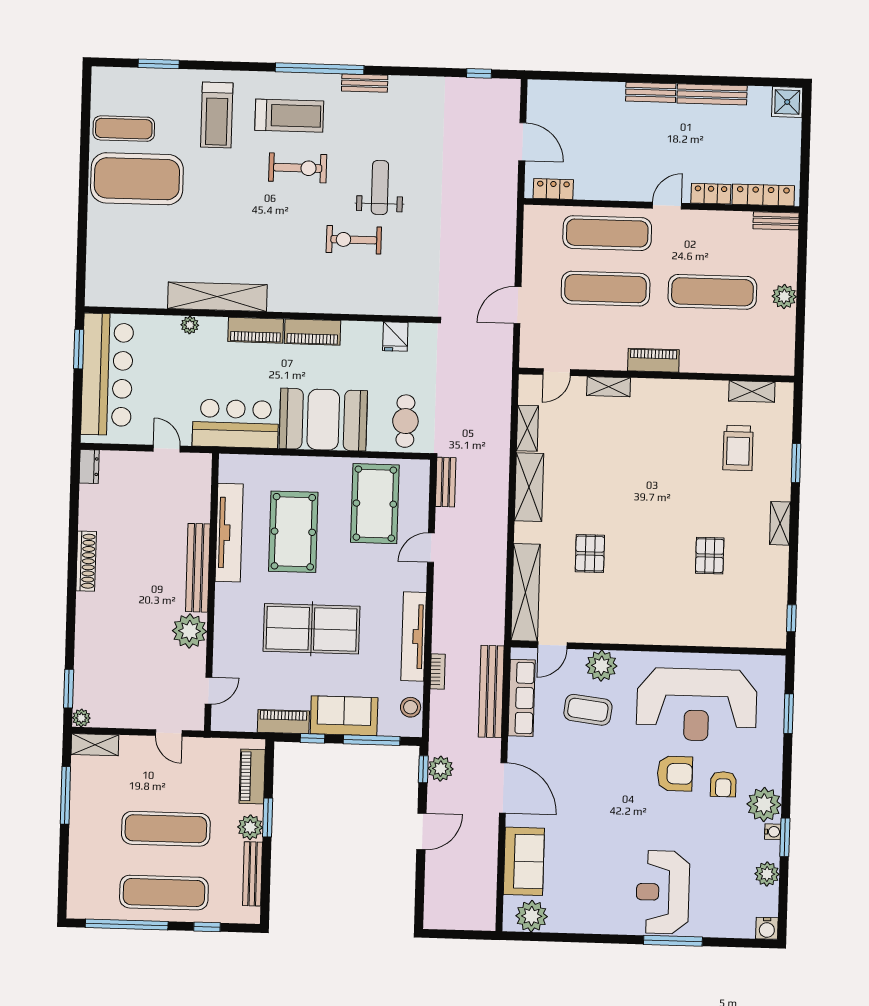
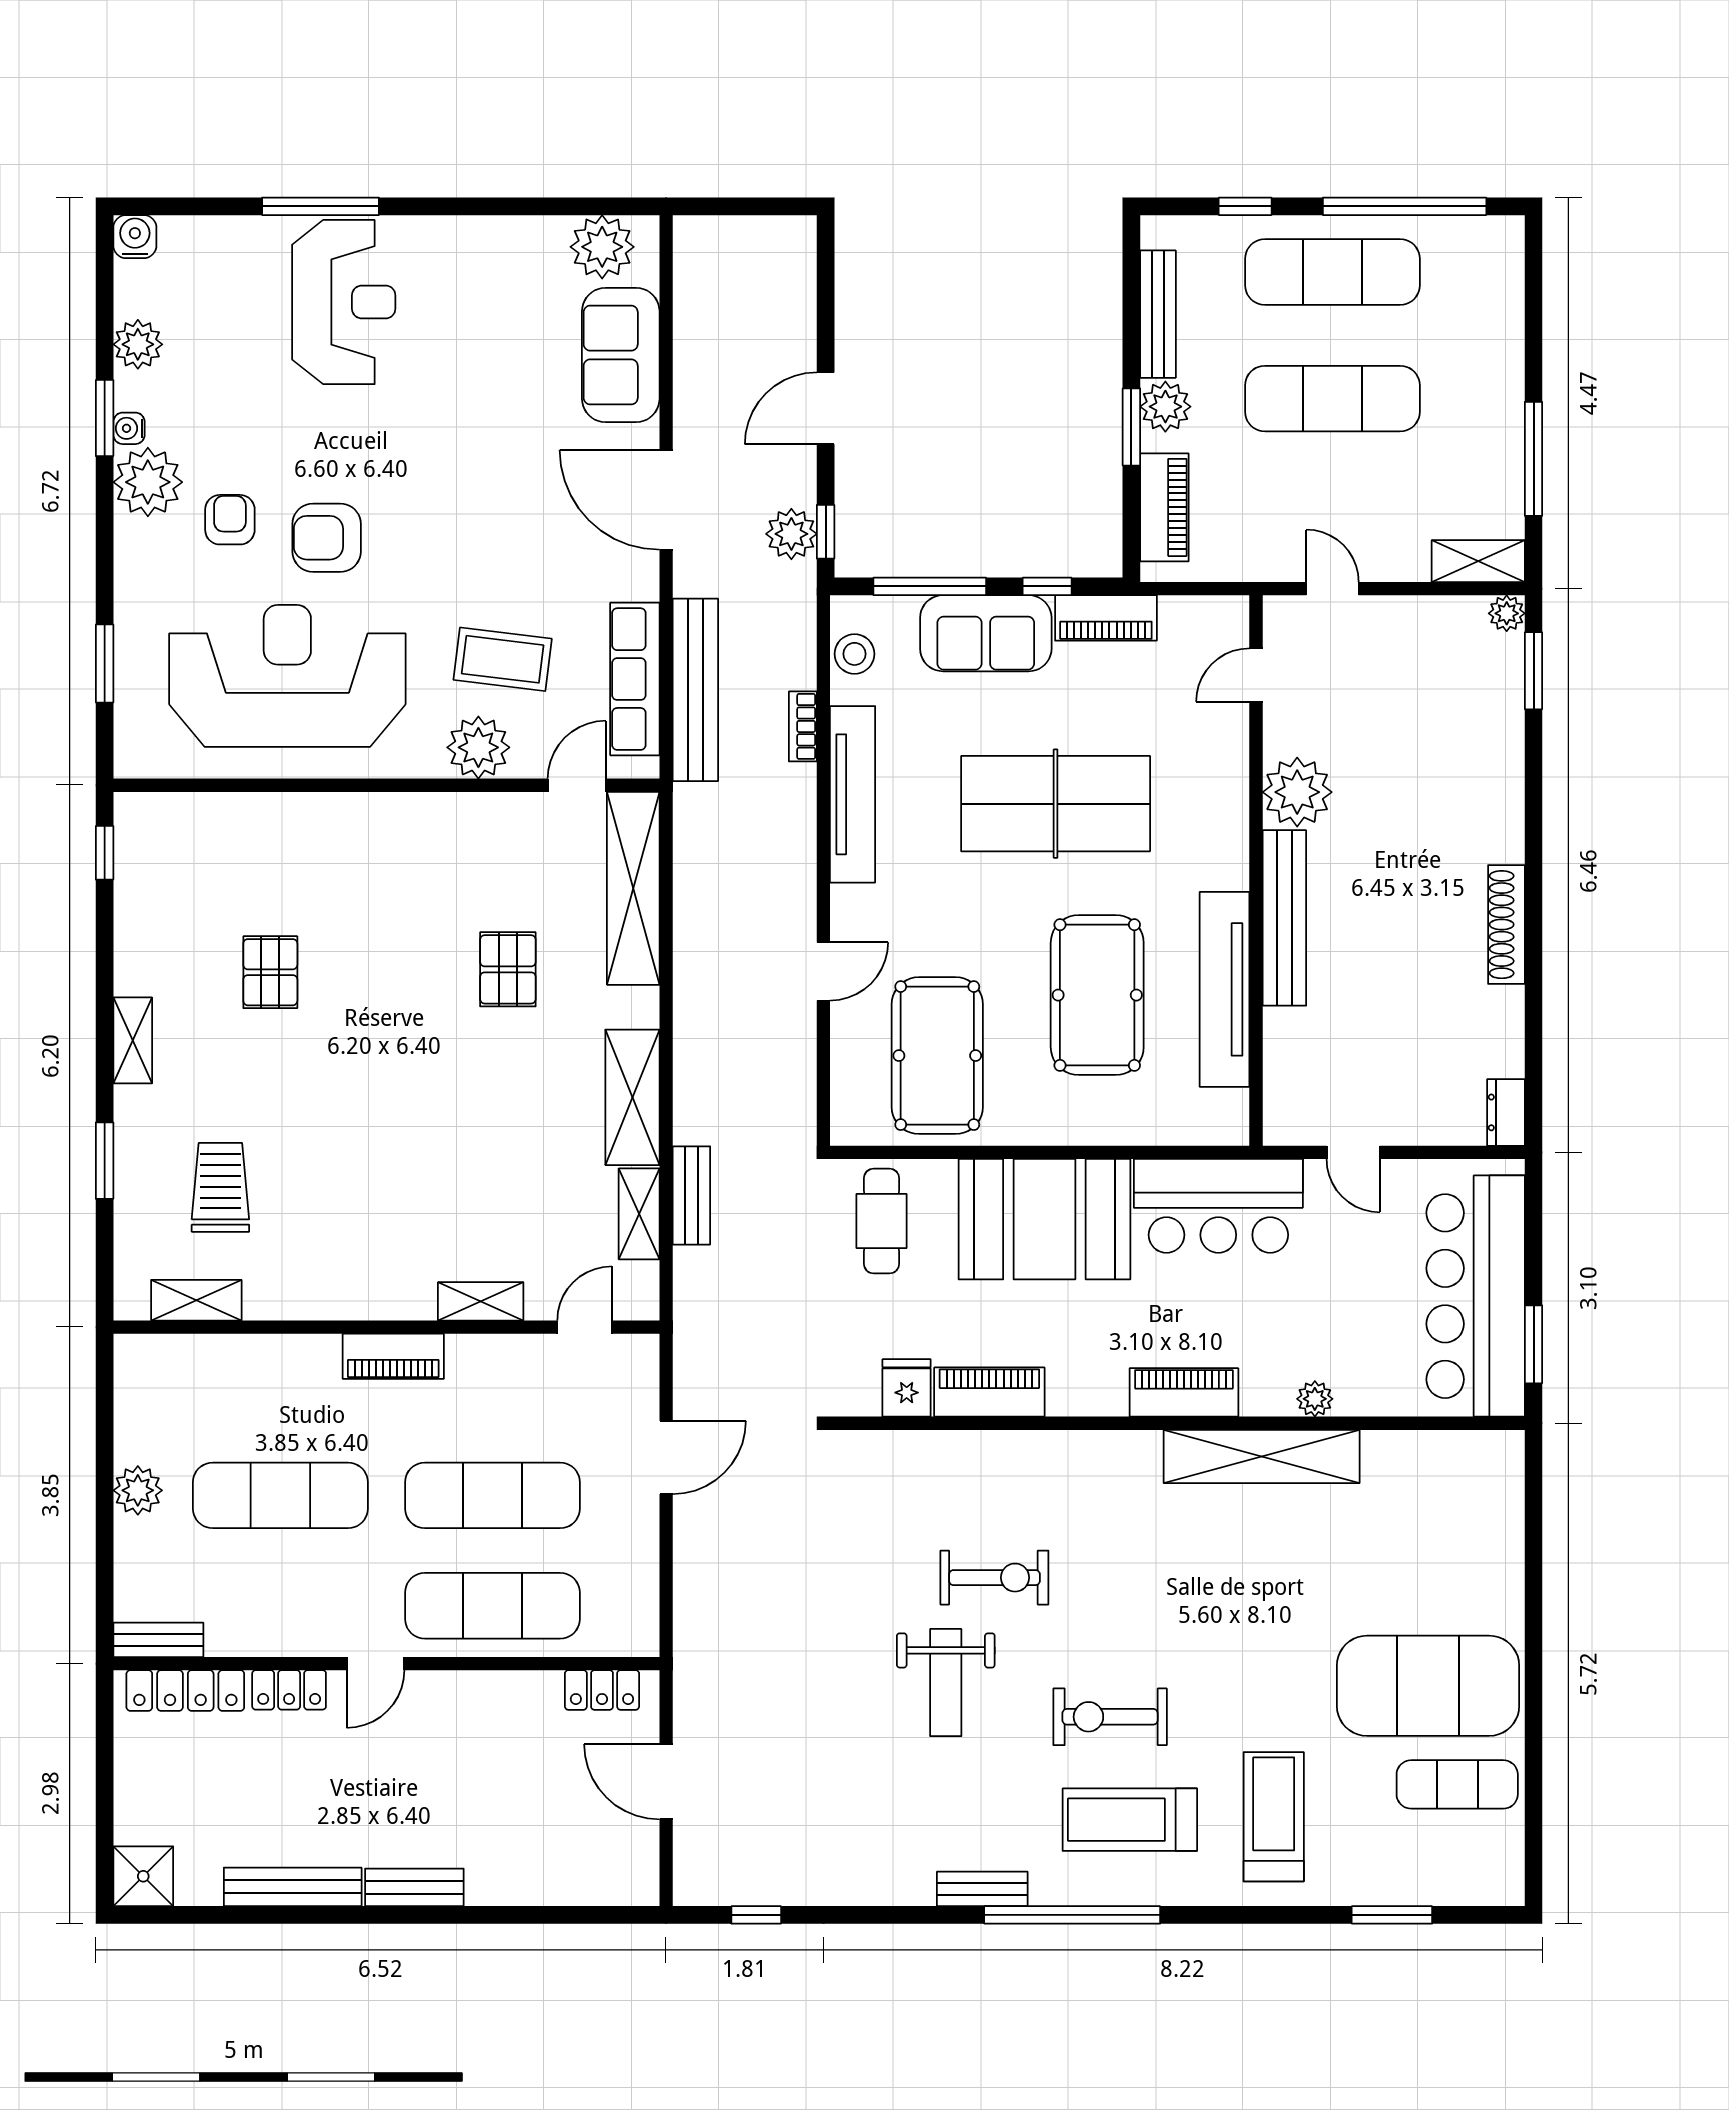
piano: (313, 332) -> (989, 1392), moved
bench: (446, 482) -> (691, 1195), moved

